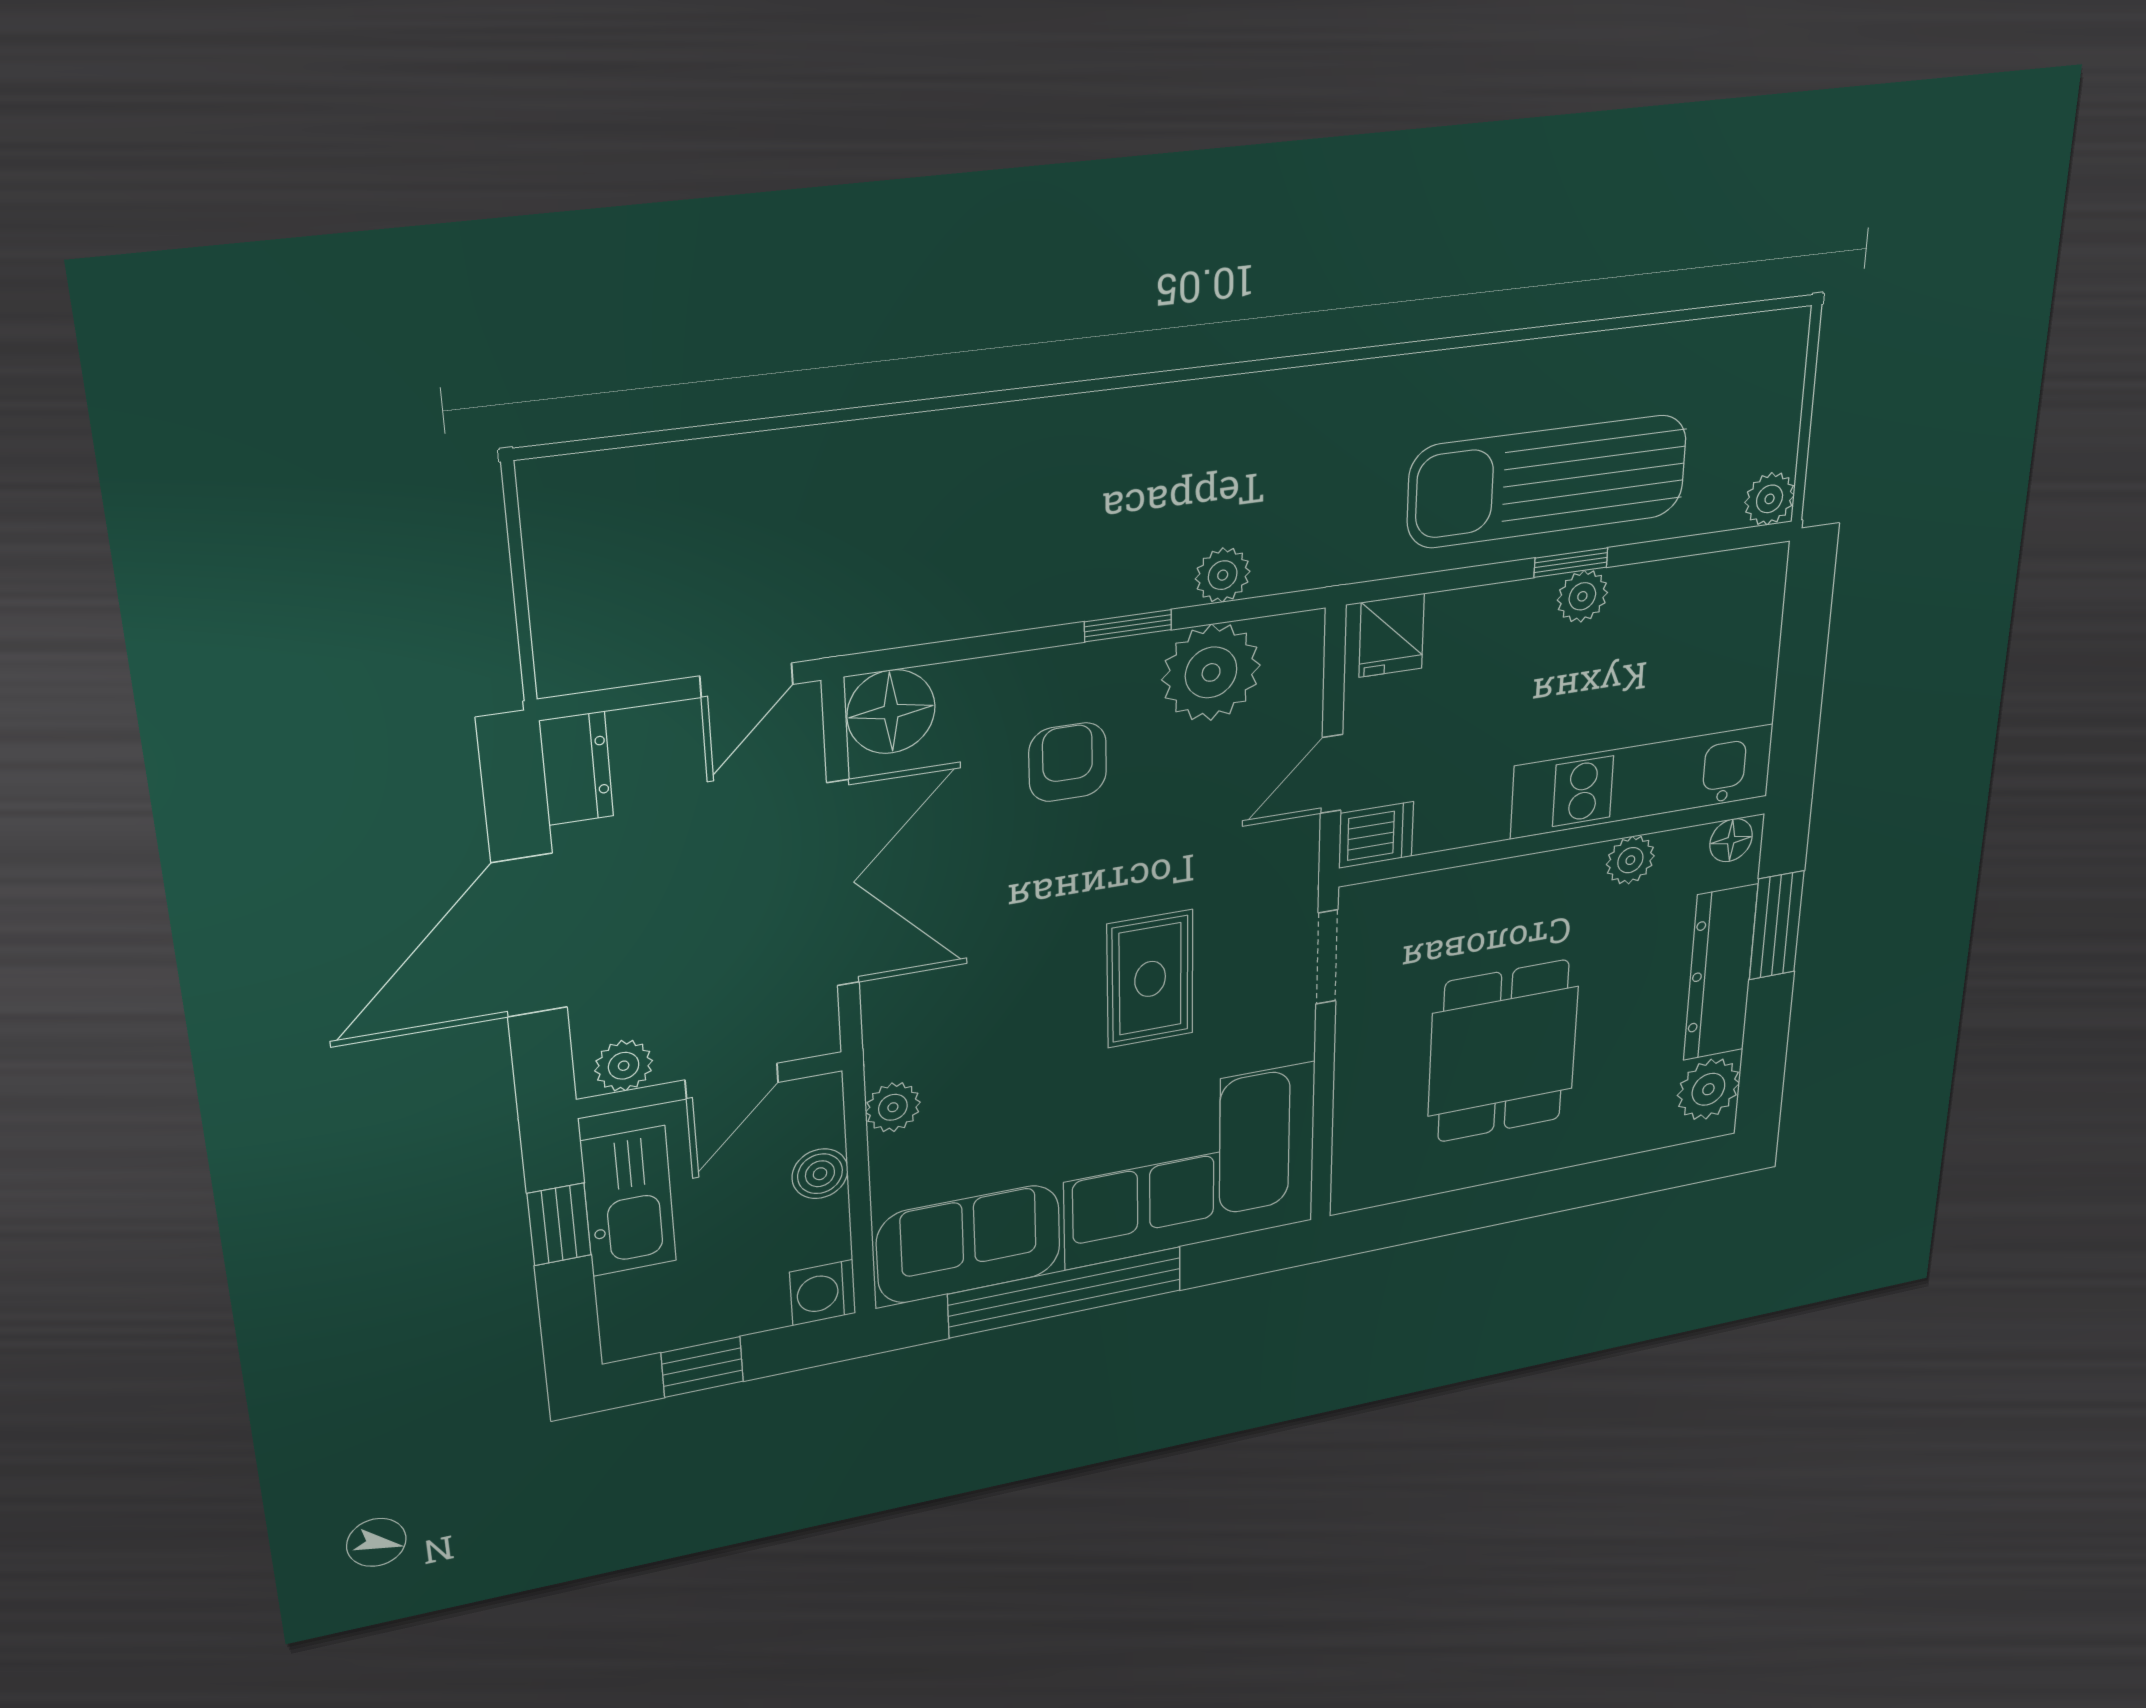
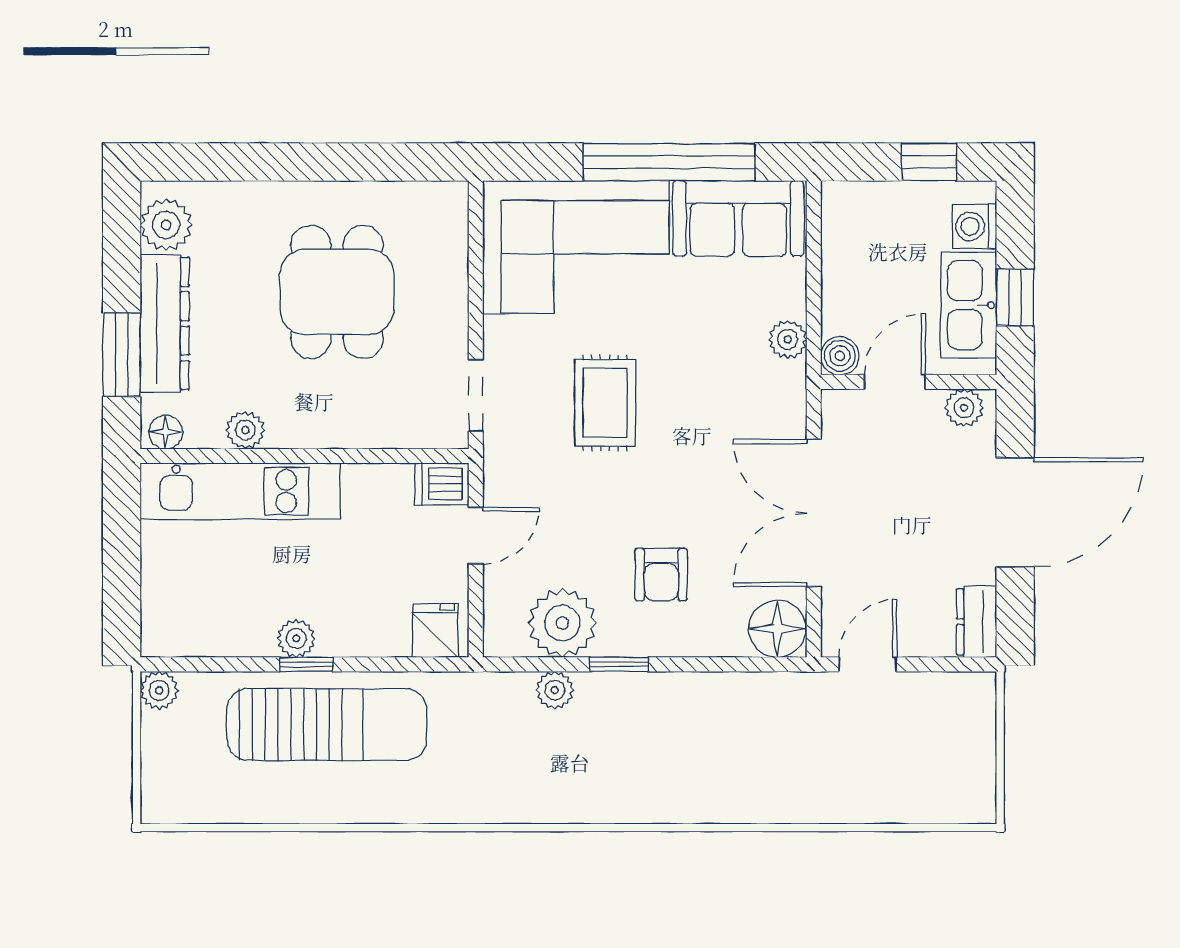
boiler: (820, 1174) -> (840, 356), moved
washing machine: (823, 1293) -> (974, 226), moved, turned 180

